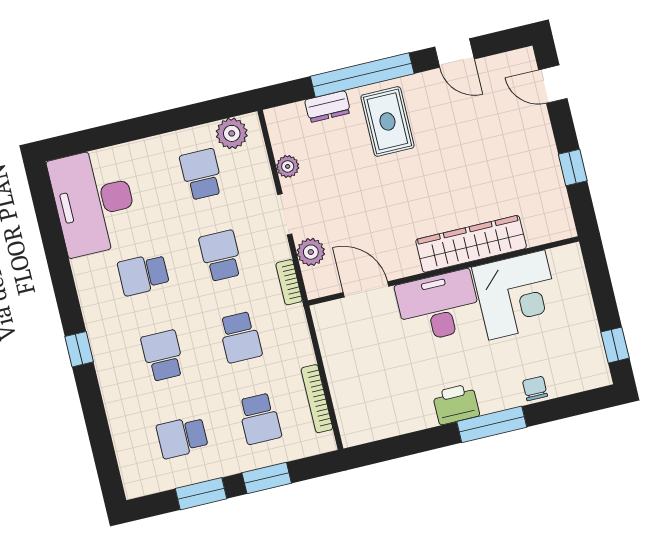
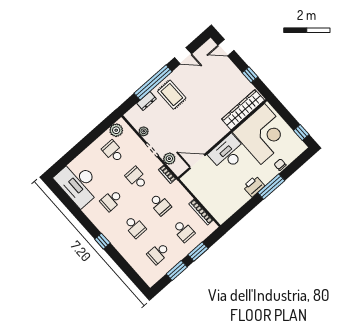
wardrobe: (471, 244) -> (243, 110), moved
corner desk: (517, 295) -> (263, 134), width x1.36, depth x1.36
school desk: (163, 356) -> (135, 227), turned 180

